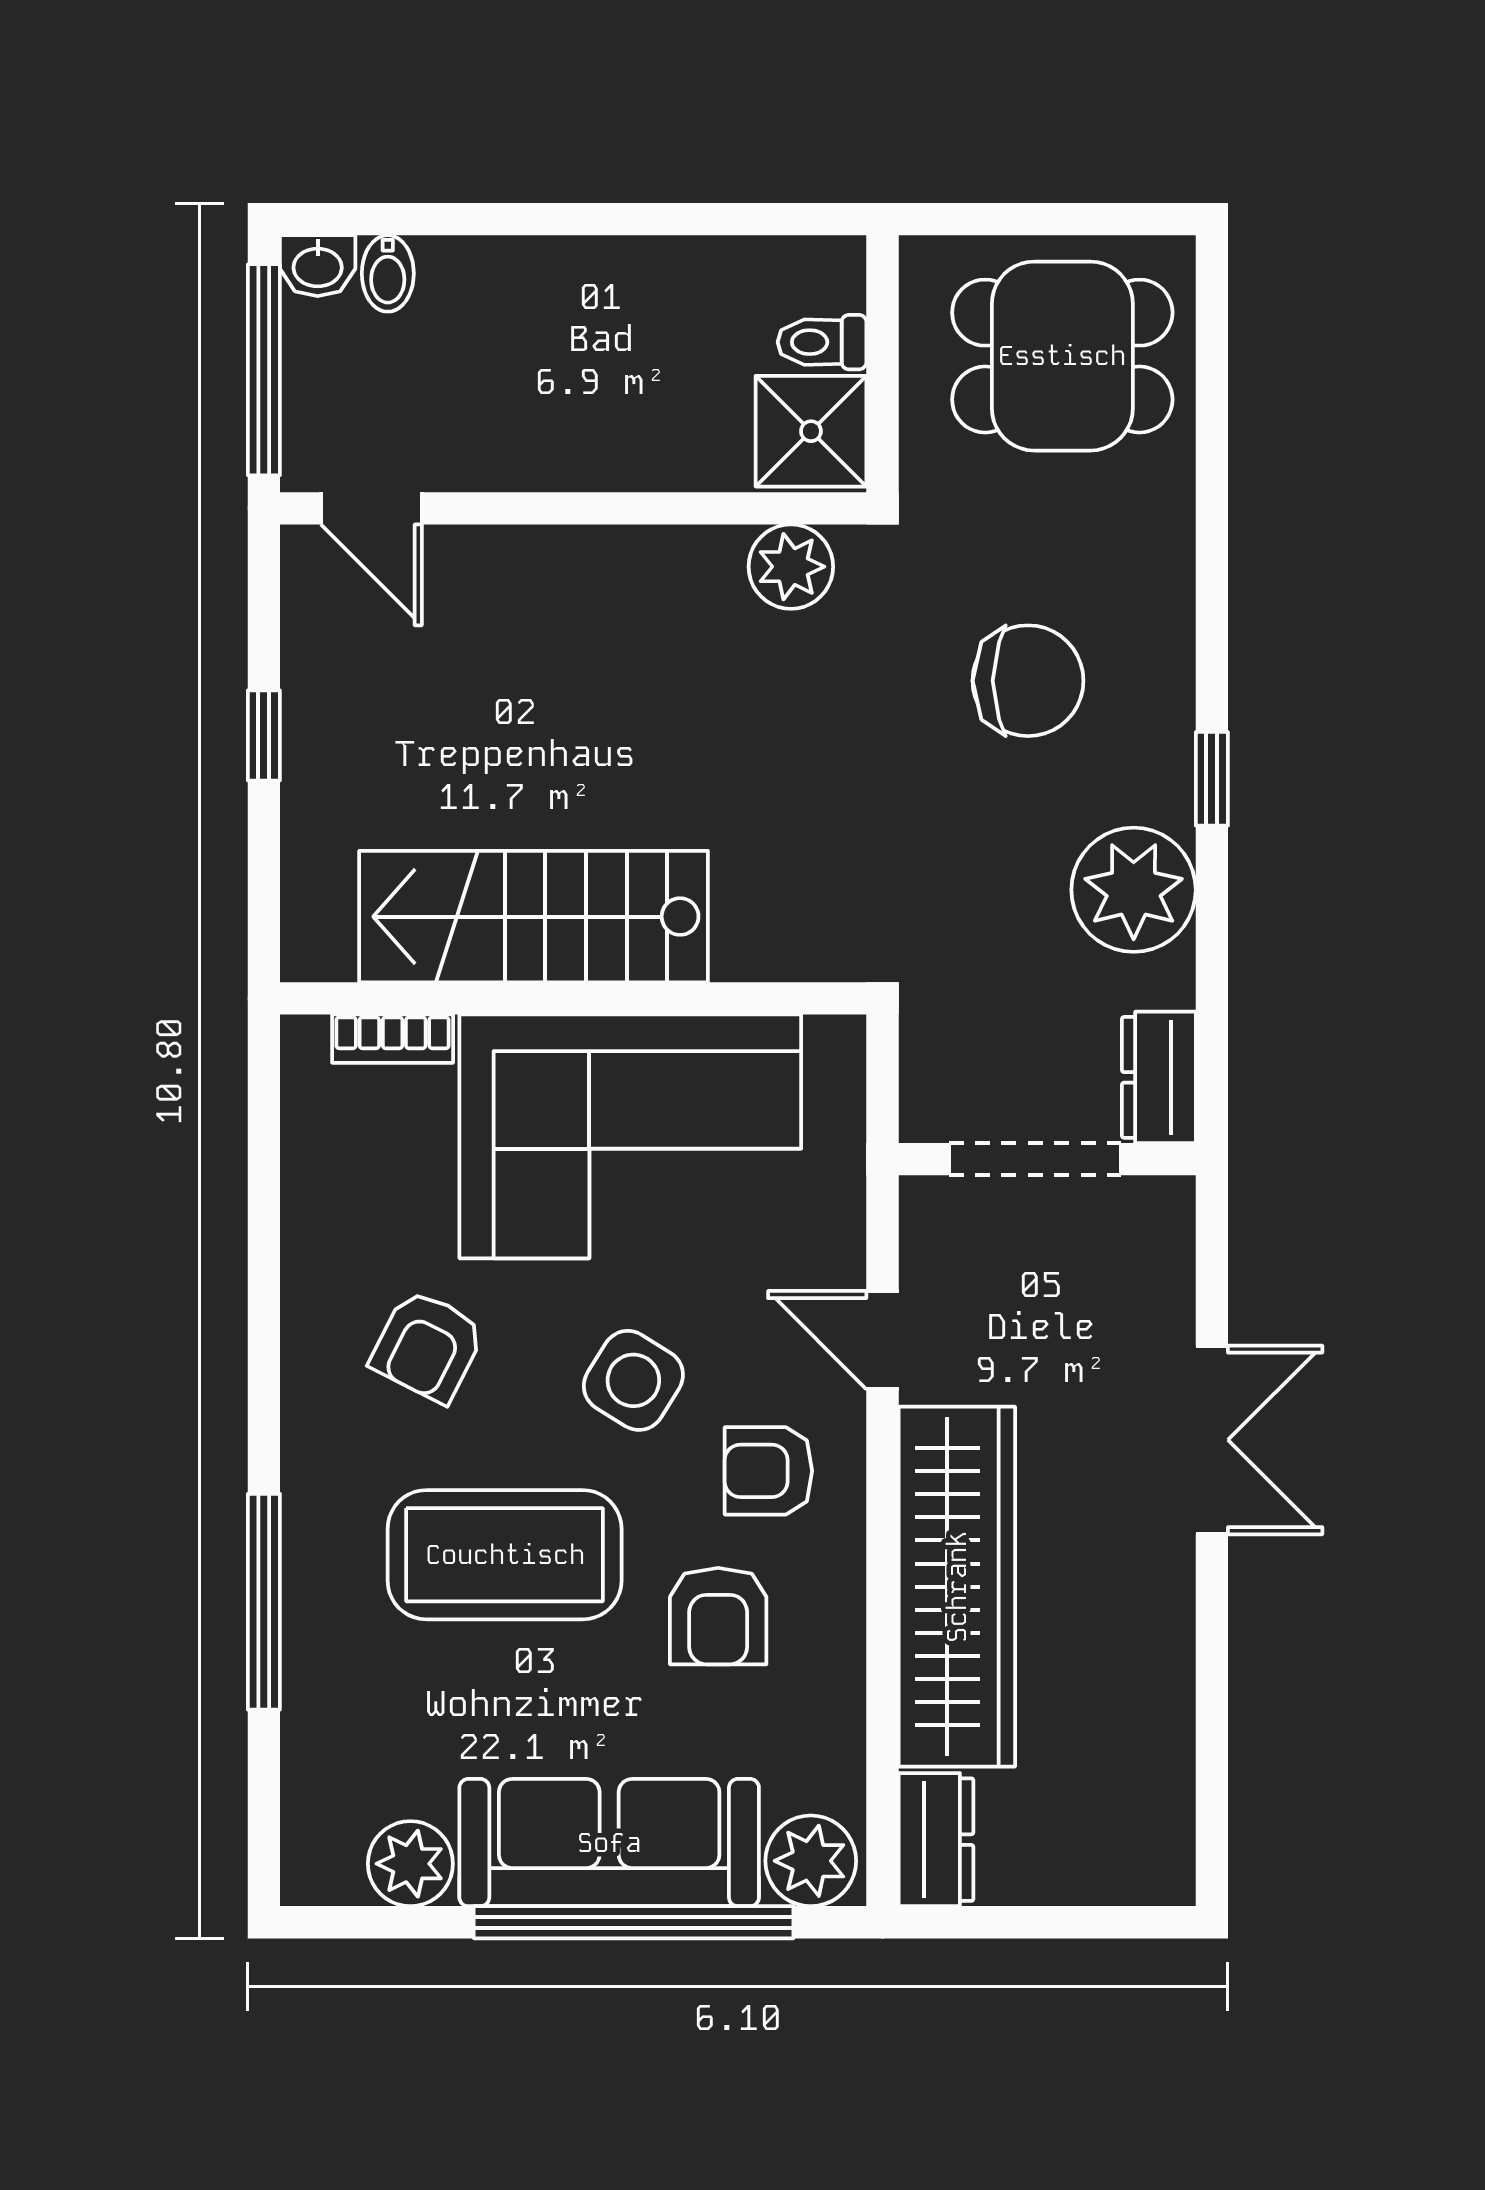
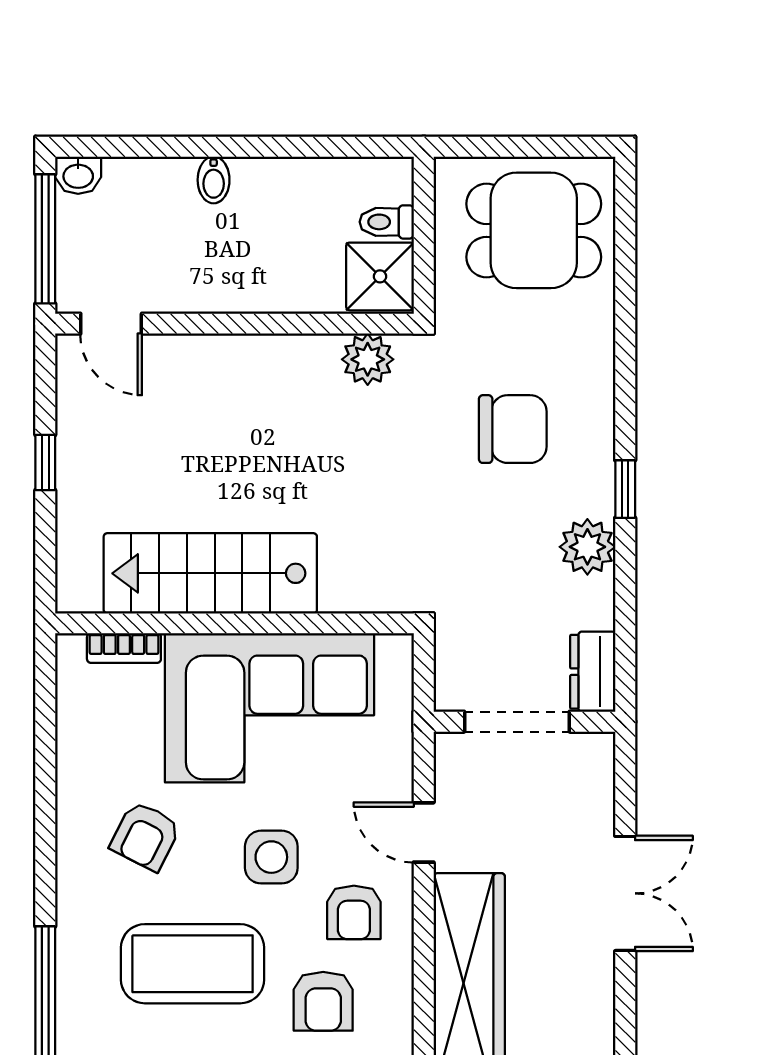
bidet: (388, 273) -> (214, 180), moved
plant: (1134, 890) -> (587, 547), width x0.73, depth x0.73
side table: (633, 1380) -> (271, 857), turned -32
armchair: (768, 1471) -> (354, 912), turned -90

